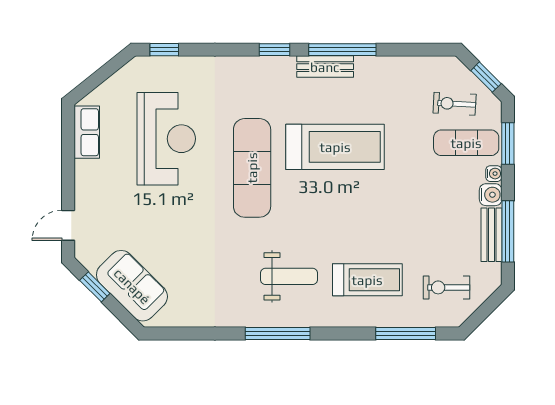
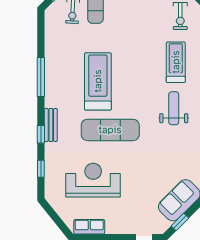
window: (164, 50) -> (41, 169), moved
window: (274, 50) -> (41, 134), moved
bench: (325, 67) -> (51, 125), moved

